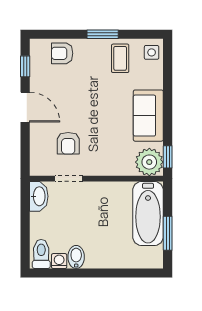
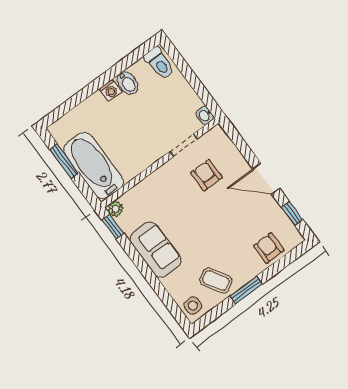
armchair: (62, 53) -> (269, 248), turned -90
coffee table: (120, 58) -> (216, 281), turned -32
plant: (149, 162) -> (116, 209), width x0.53, depth x0.53
washbasin: (39, 196) -> (205, 115), width x0.52, depth x0.69
washing machine: (59, 261) -> (110, 90), moved

